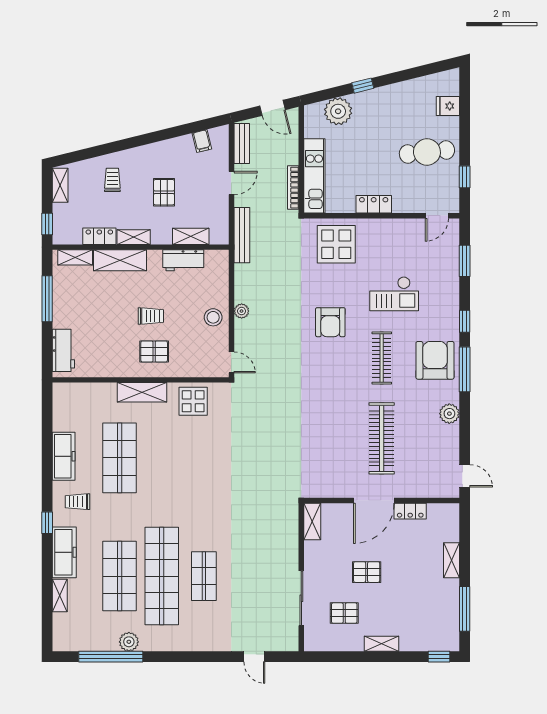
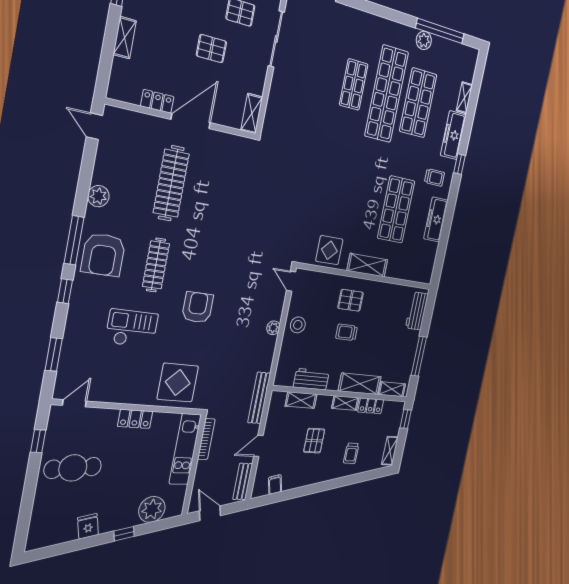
fridge: (448, 106) -> (88, 526), moved, turned -104

